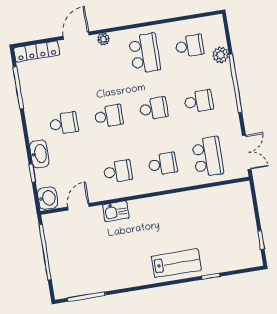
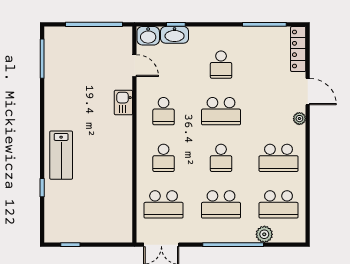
school desk: (190, 46) -> (279, 204), width x1.85
school desk: (199, 101) -> (221, 204), width x1.85
school desk: (109, 116) -> (221, 111), width x1.85
washbasin: (39, 154) -> (175, 35), moved

